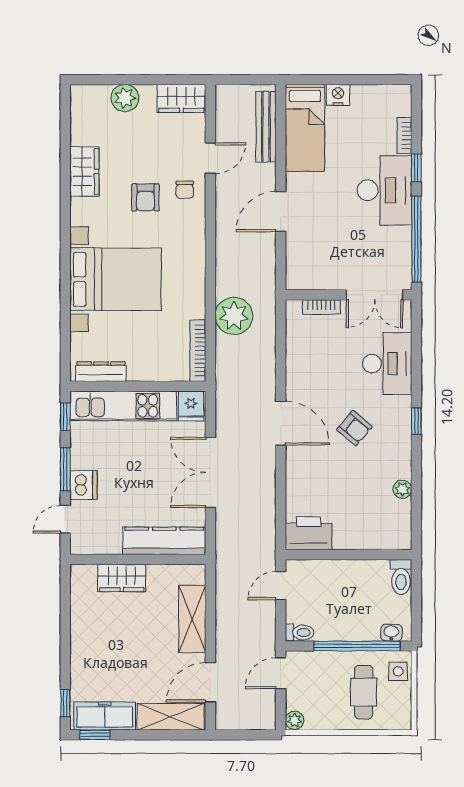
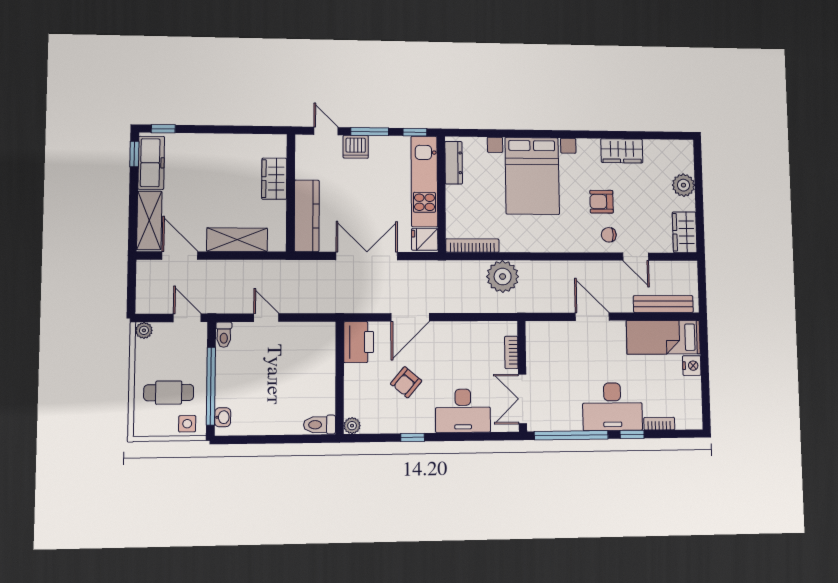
printer: (309, 533) -> (359, 342), moved
wall: (349, 555) -> (340, 378), moved
toilet: (401, 577) -> (320, 425), moved

